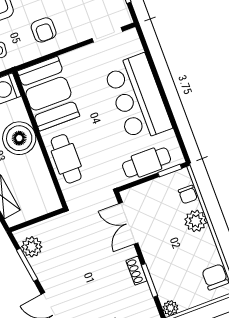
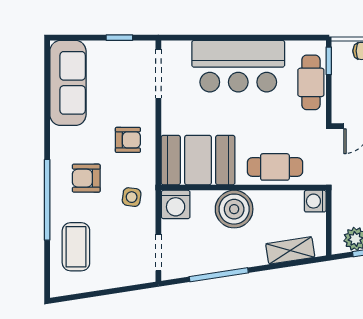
doorway: (107, 35) -> (158, 74), width x1.38
washing machine: (50, 202) -> (315, 201), added

